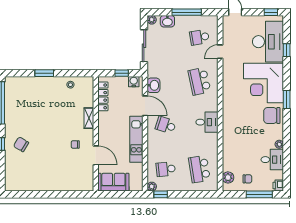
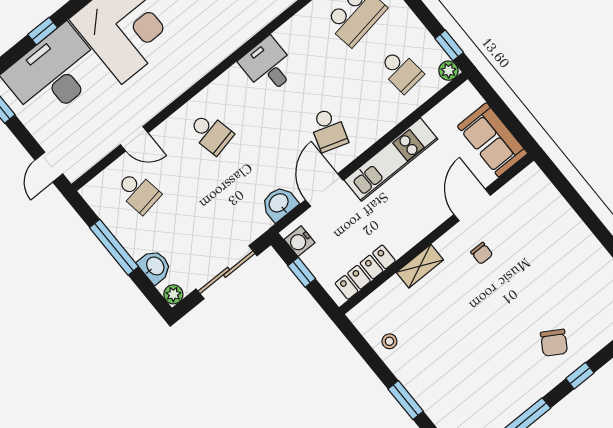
school desk: (199, 81) -> (211, 133), width x0.54

